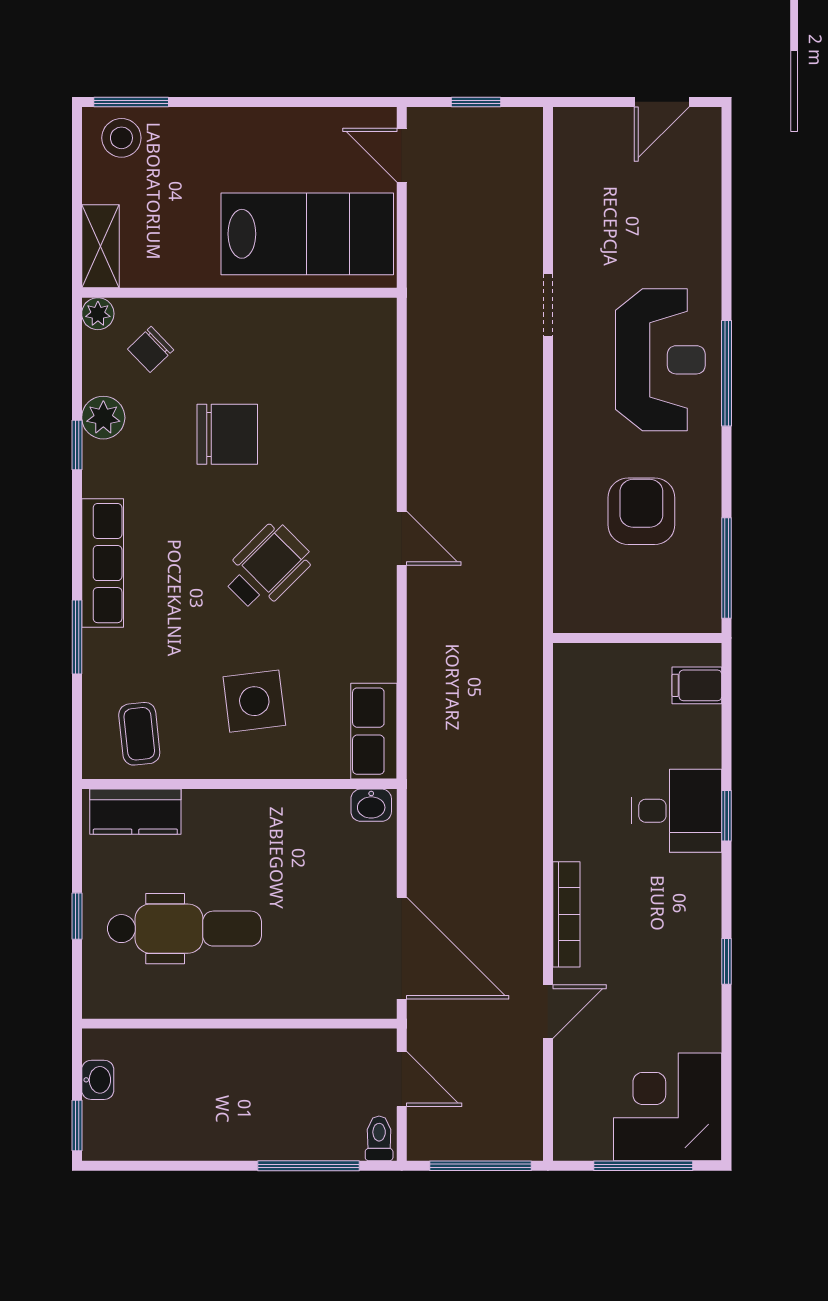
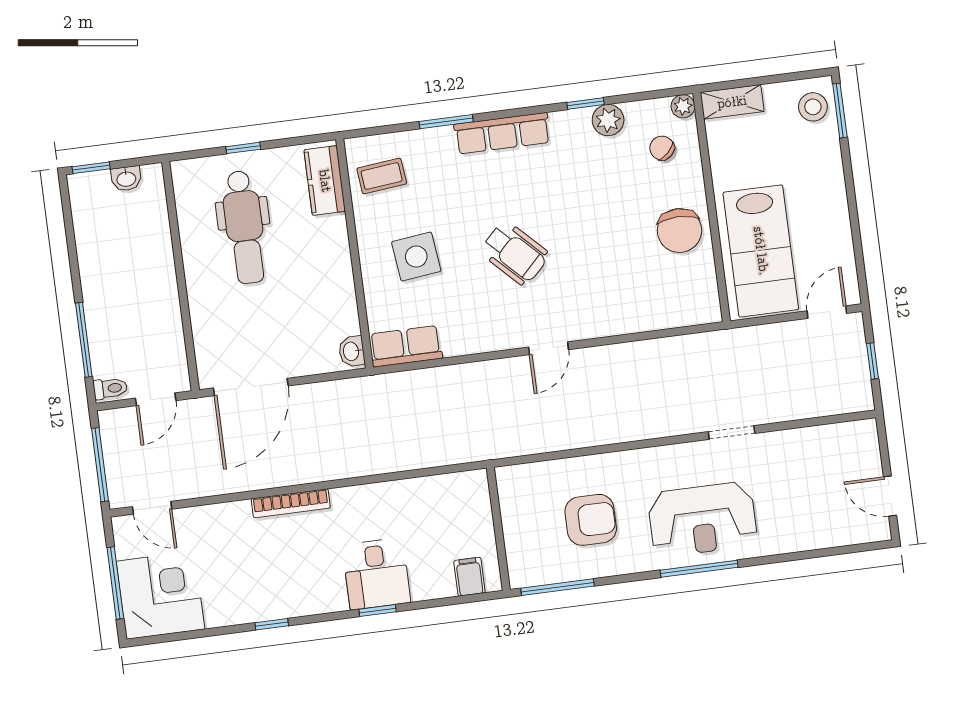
chair: (227, 434) -> (679, 231), moved
door: (548, 1012) -> (152, 508), moved

